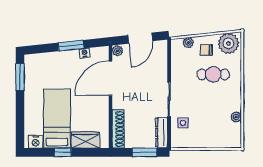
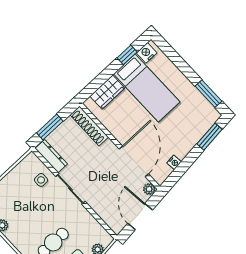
window: (71, 46) -> (209, 137), moved
window: (63, 152) -> (127, 55), moved

